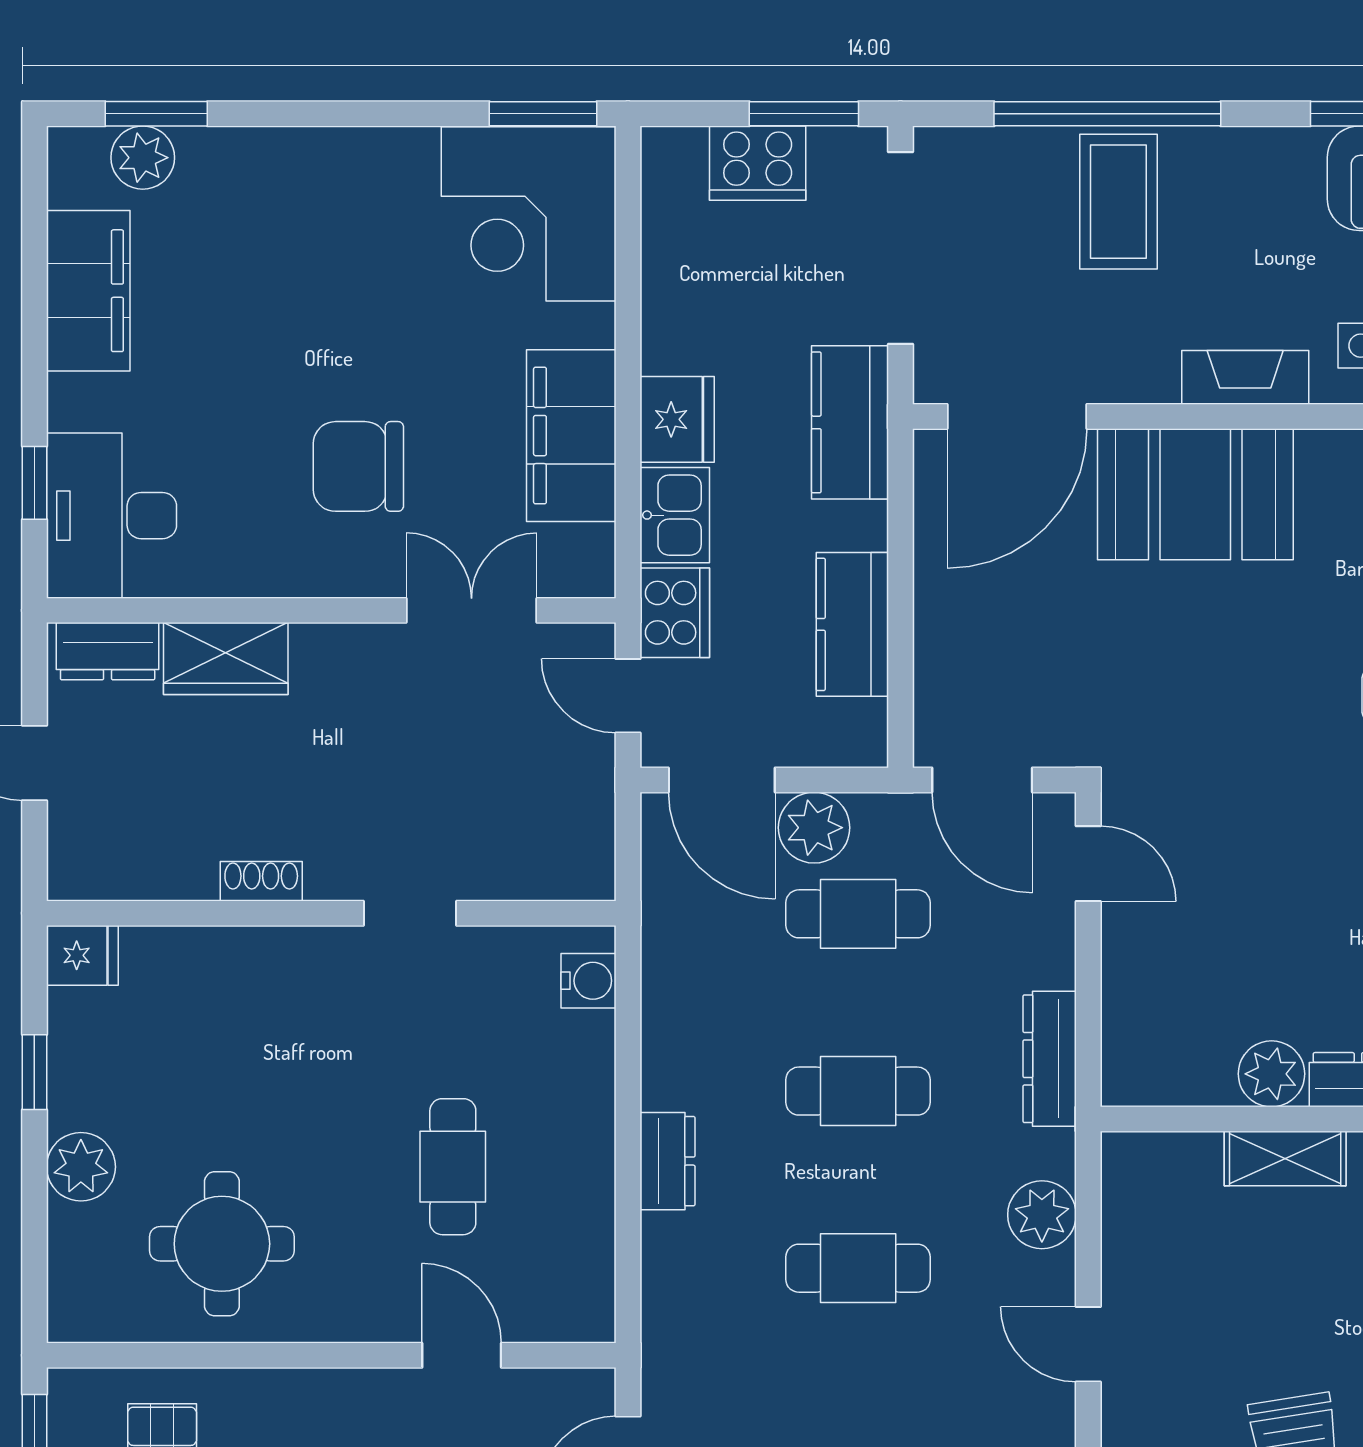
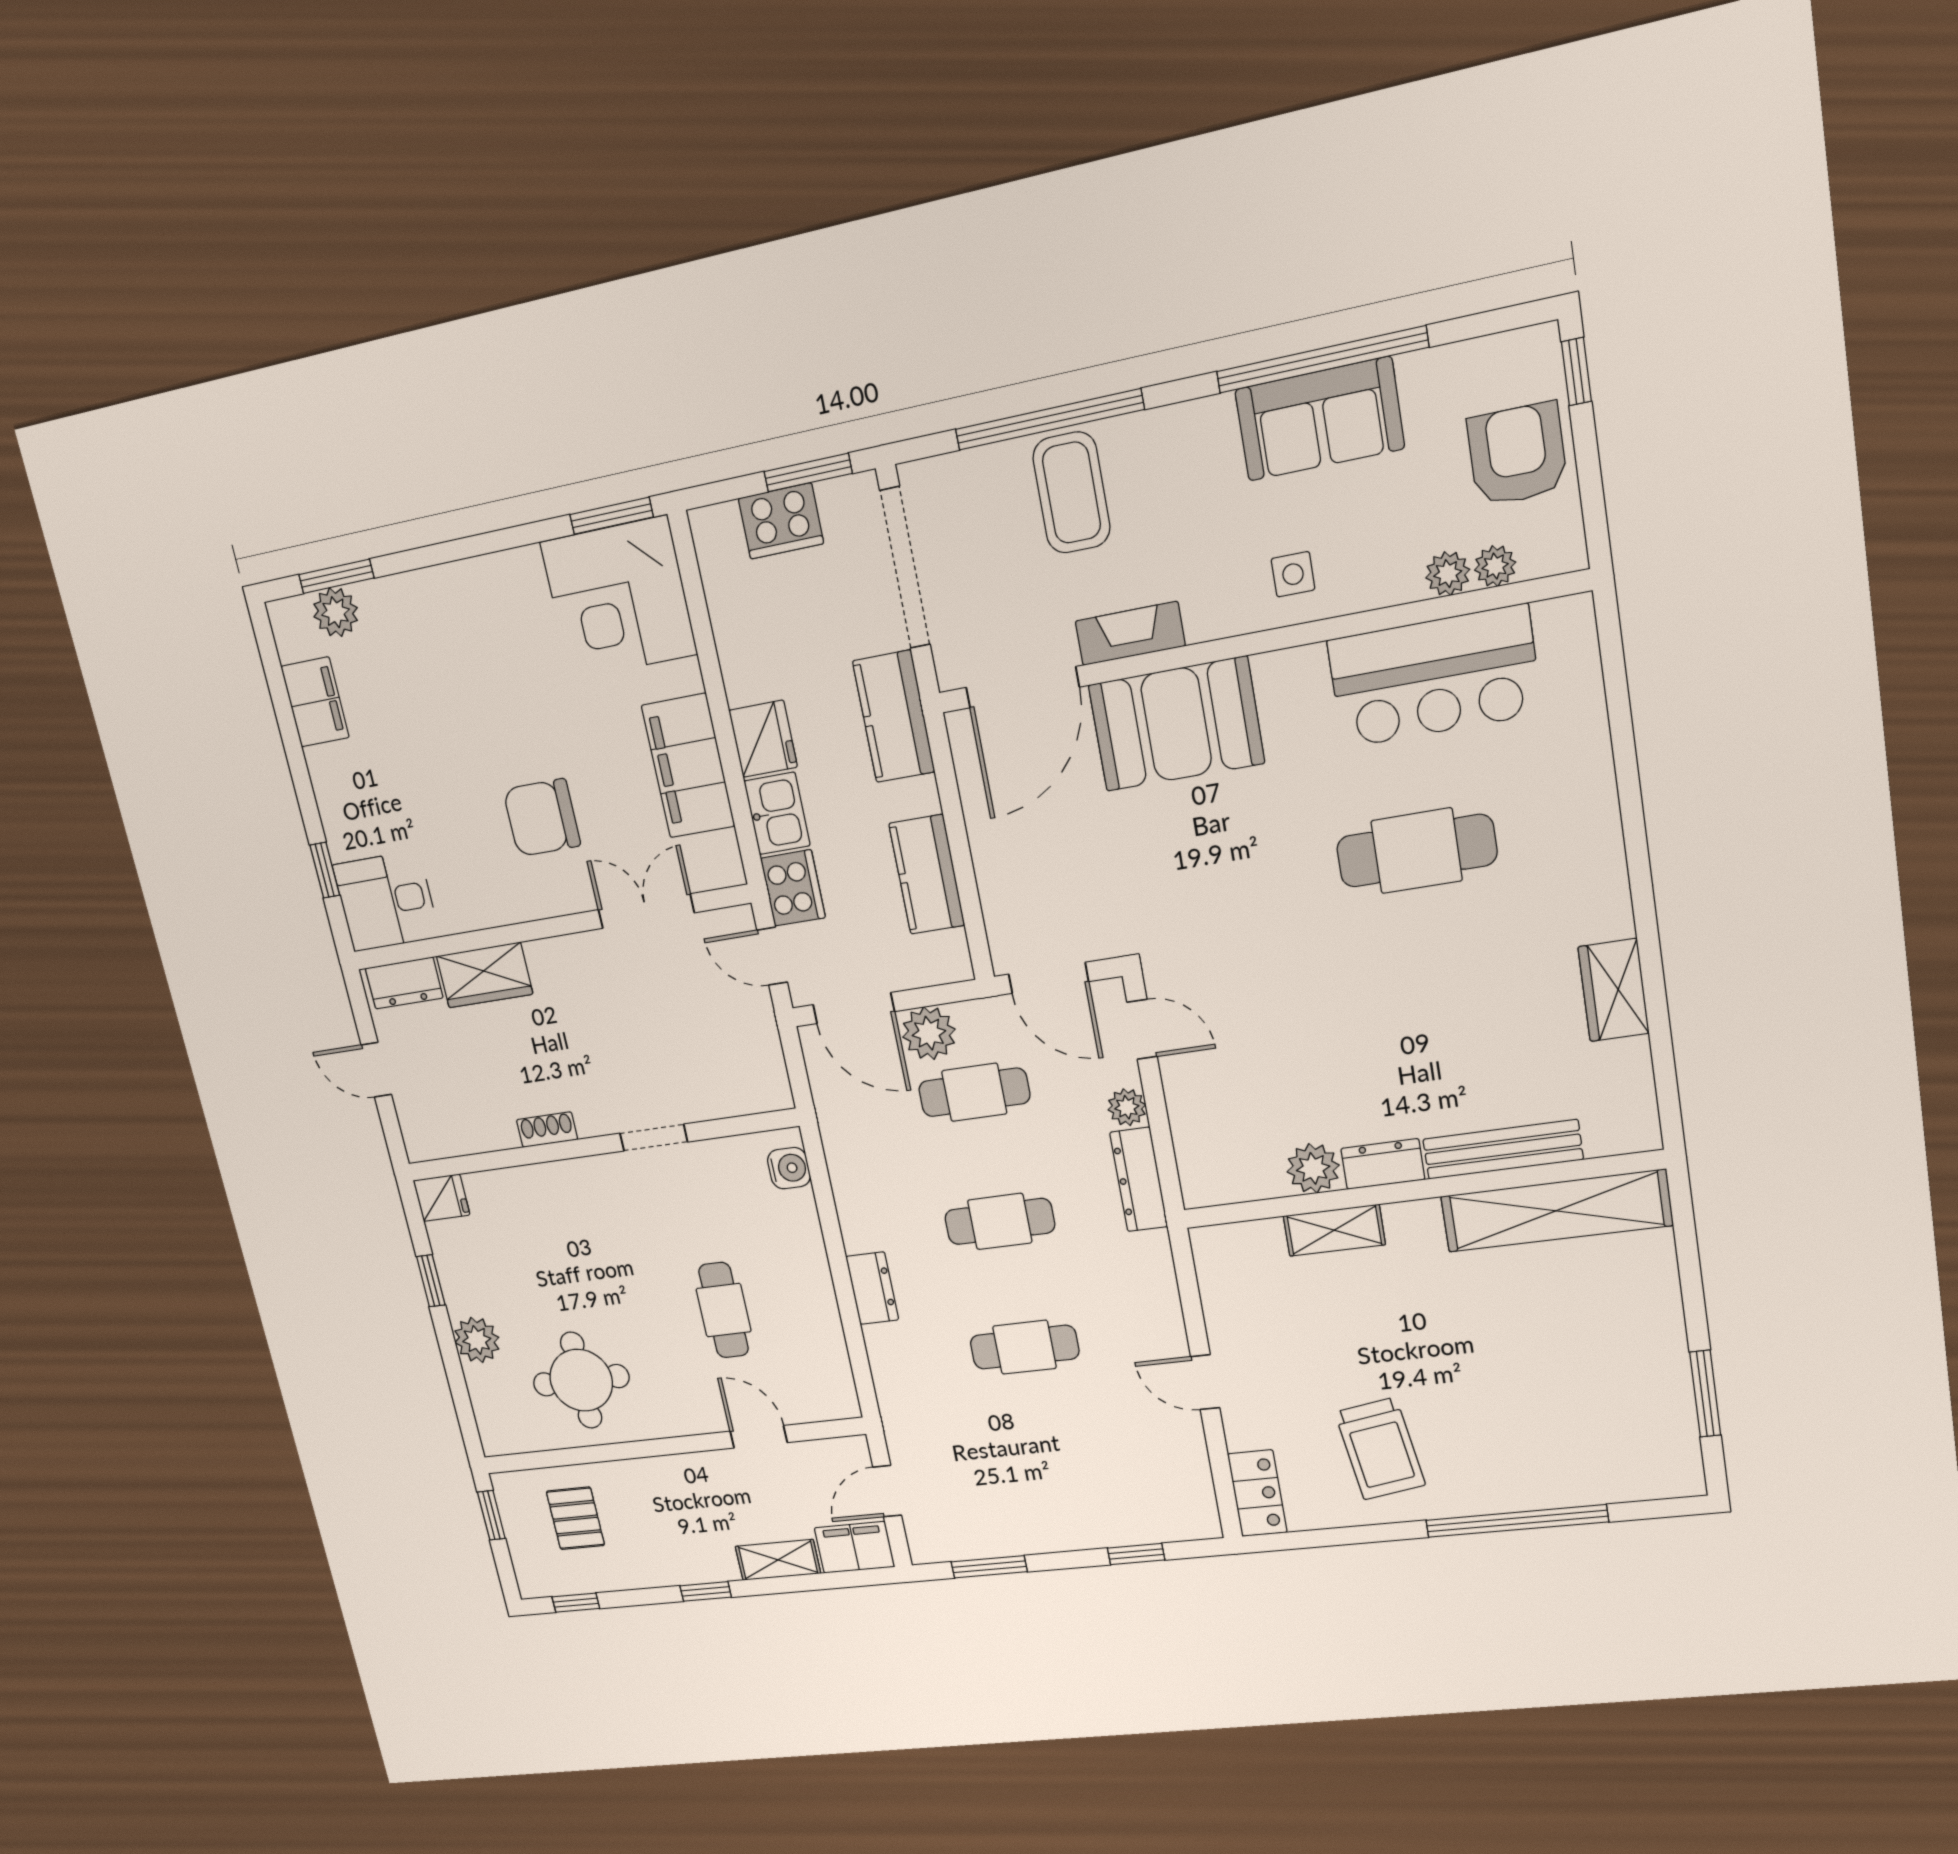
filing cabinet: (88, 291) -> (315, 702), width x0.67, depth x0.86
fireplace: (1245, 377) -> (1130, 634), moved
desk: (112, 516) -> (386, 901), width x0.73
plant: (1042, 1215) -> (1127, 1107), moved, width x0.73, depth x0.73

